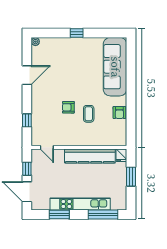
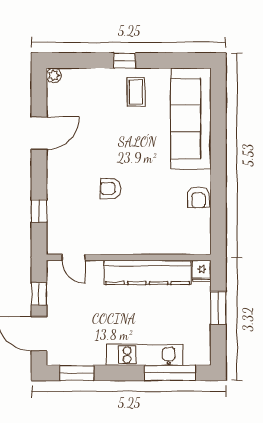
coffee table: (89, 114) -> (136, 92), moved
kitchen unit: (80, 204) -> (145, 355), width x0.73
window: (59, 214) -> (77, 373), moved

